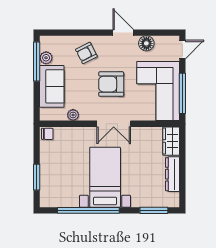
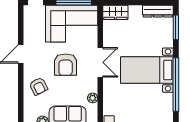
floor lamp: (146, 43) -> (30, 34), removed
dresser: (172, 174) -> (158, 11), moved

